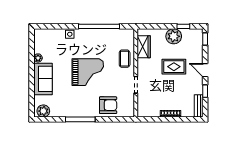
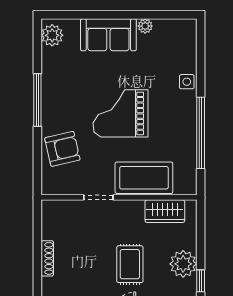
coffee table: (125, 59) -> (144, 178), width x1.86, depth x1.72
grand piano: (88, 72) -> (120, 113), turned 90
armchair: (108, 105) -> (62, 149), turned -103

